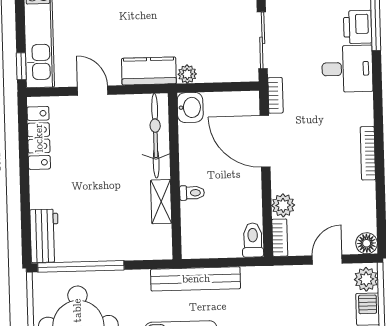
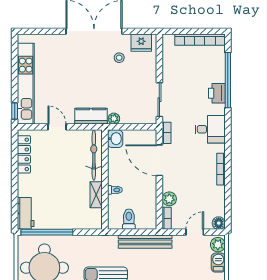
desk: (347, 69) -> (210, 129), moved
toilet: (253, 240) -> (129, 219), moved
bench: (196, 279) -> (145, 242), moved

